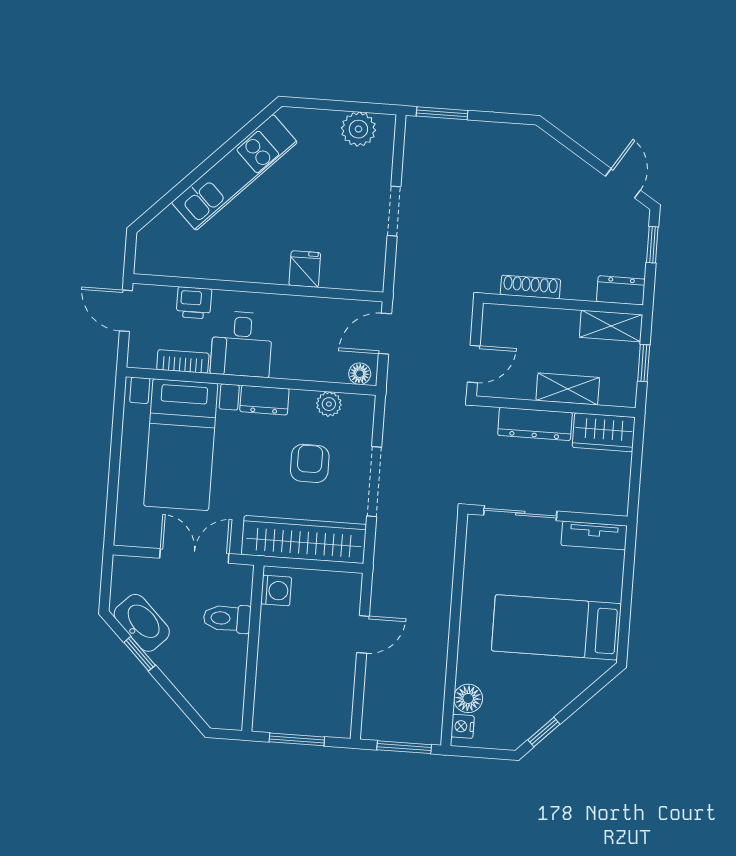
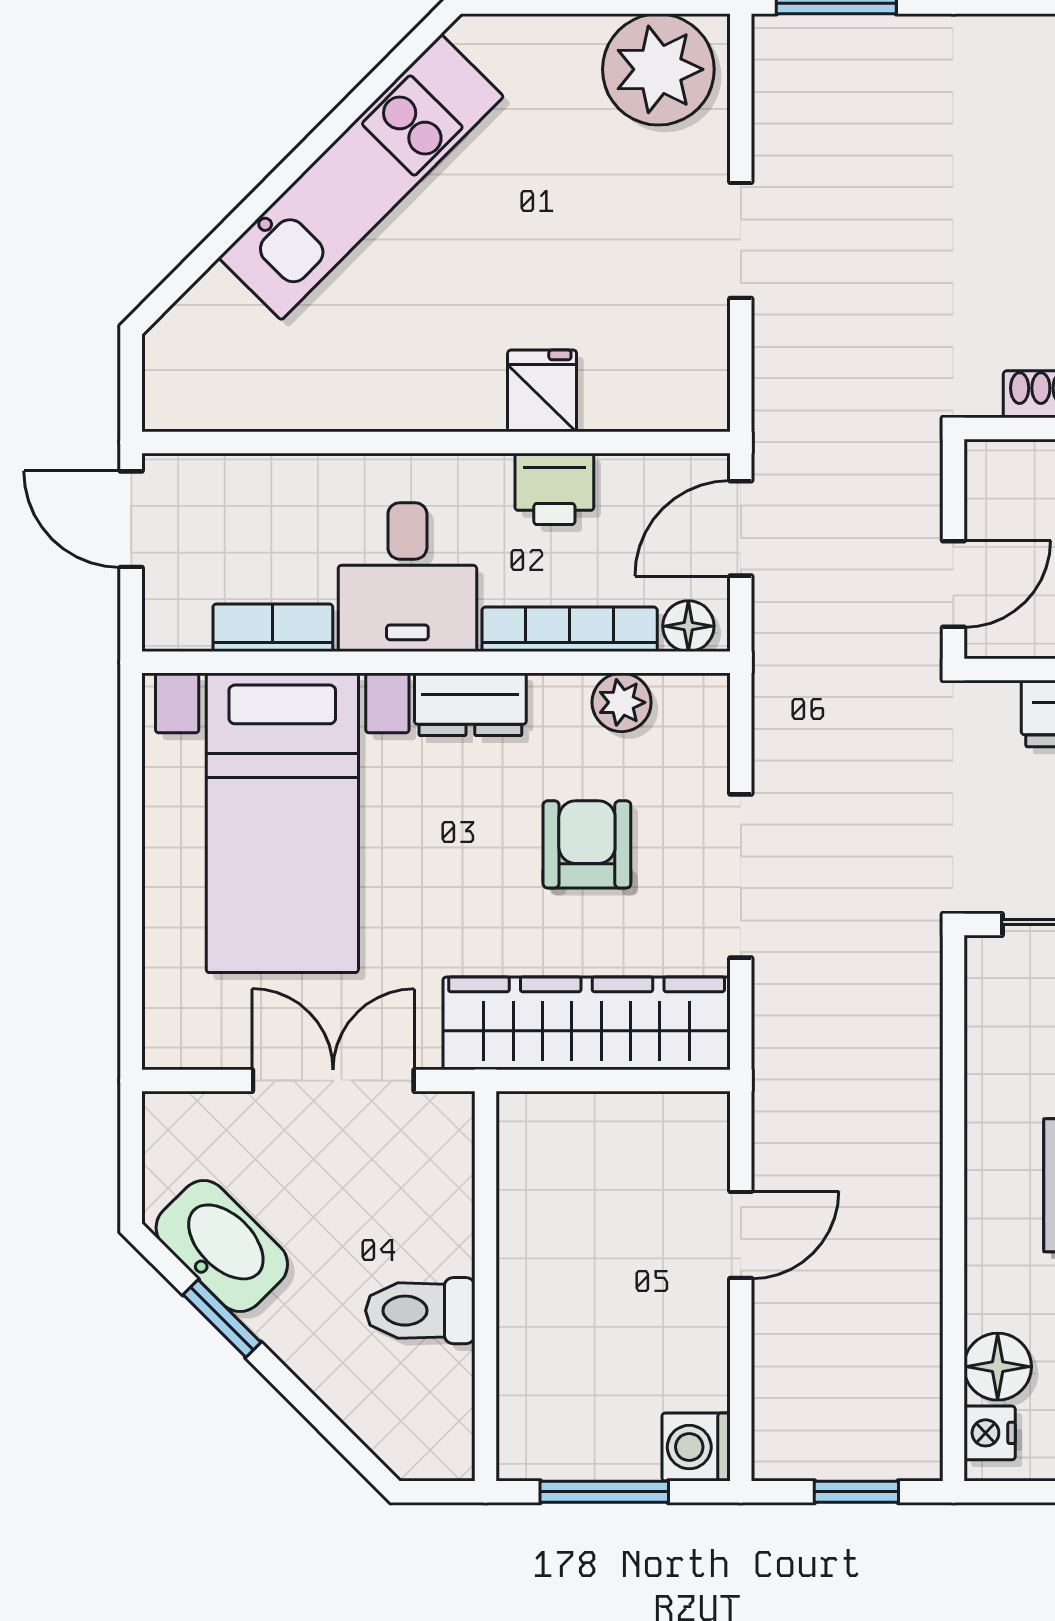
plant: (358, 129) -> (658, 69), width x1.36, depth x1.36
printer: (194, 303) -> (554, 489), moved
bookcase: (309, 371) -> (570, 629), added
washing machine: (276, 591) -> (696, 1447), moved, turned 180
toilet: (227, 618) -> (420, 1311), moved
window: (404, 747) -> (856, 1492), width x0.67

